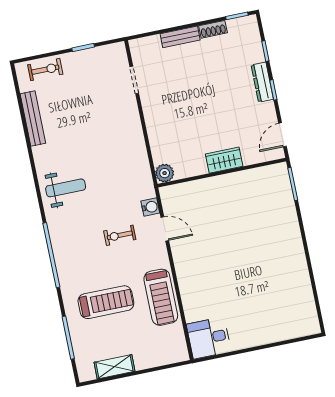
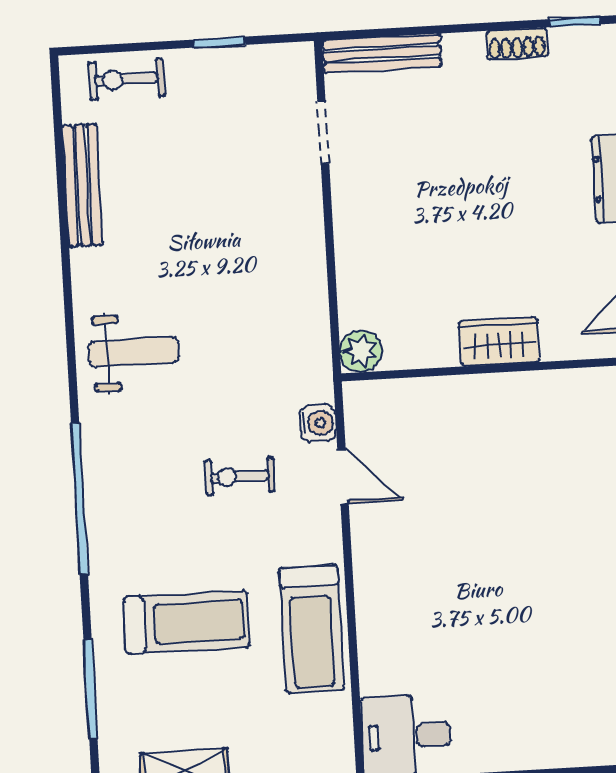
bench: (180, 37) -> (382, 53), moved, width x1.36
exercise bike: (45, 70) -> (127, 79), turned 180

